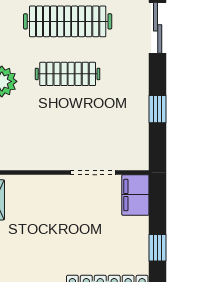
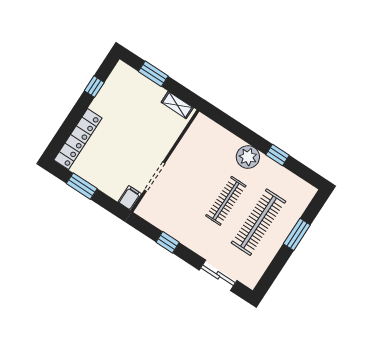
filing cabinet: (135, 195) -> (130, 198), width x0.50
window: (158, 248) -> (82, 186), width x1.50

